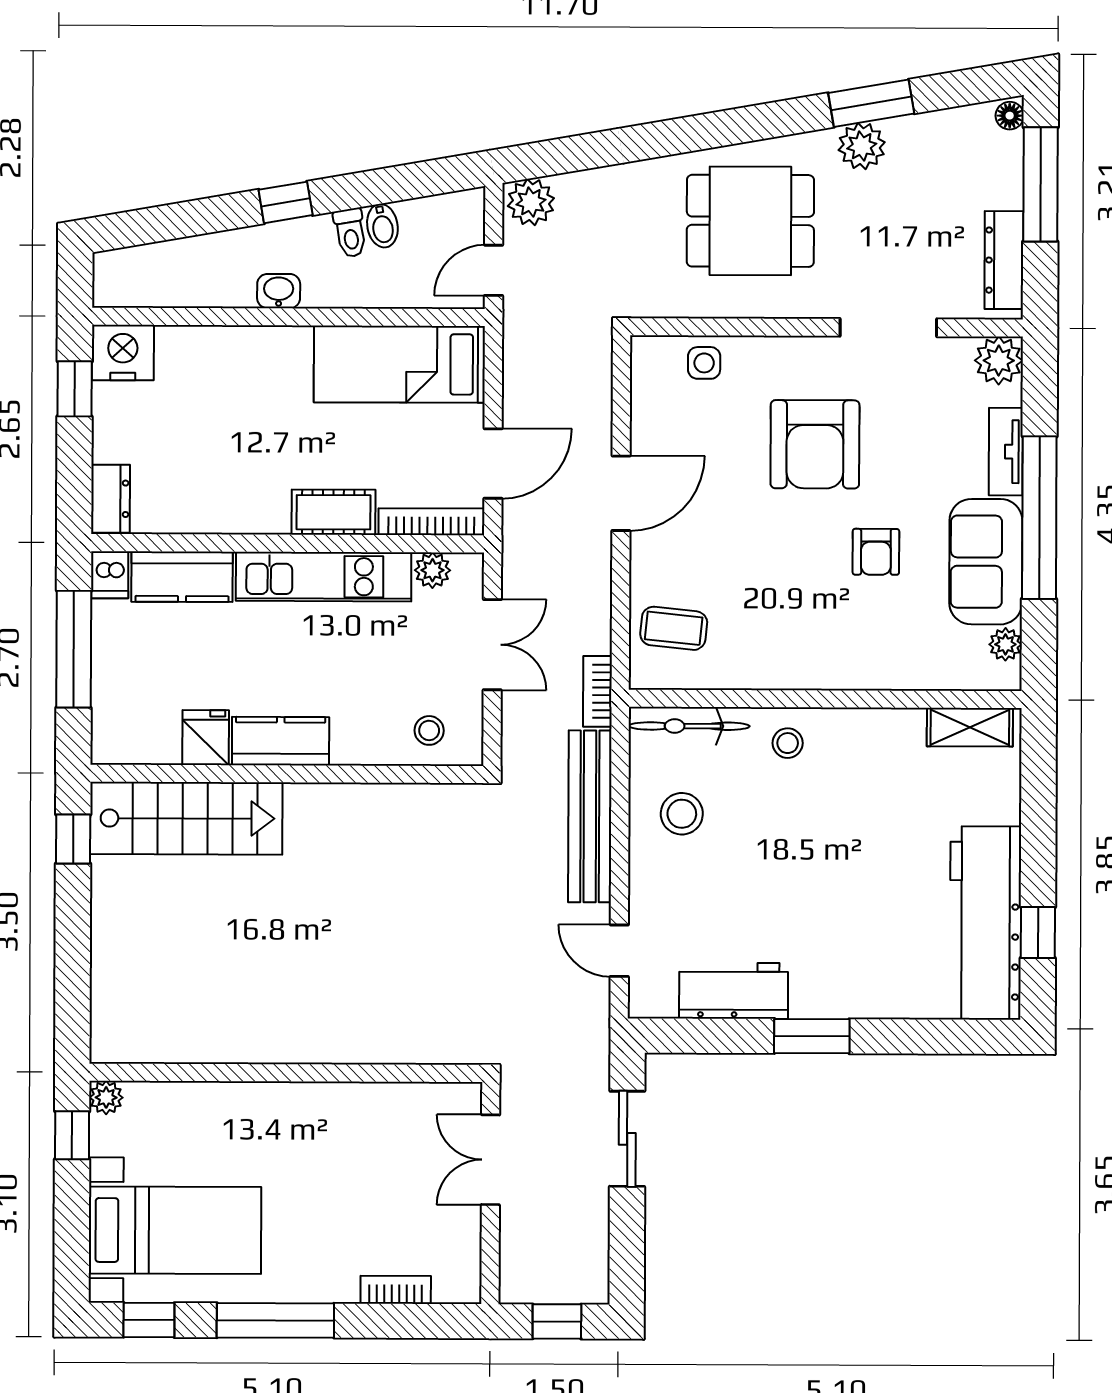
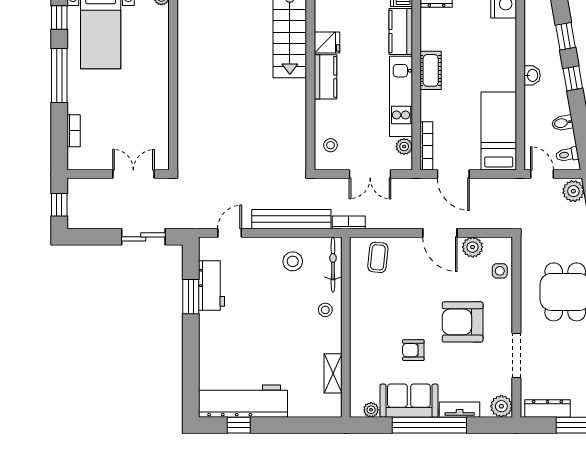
window: (194, 218) -> (566, 36), added
toilet: (350, 233) -> (567, 155), moved
plant: (652, 422) -> (473, 247), added
cot: (333, 512) -> (431, 70), moved
shelving: (970, 727) -> (333, 373), moved
window: (812, 1036) -> (191, 297), moved

